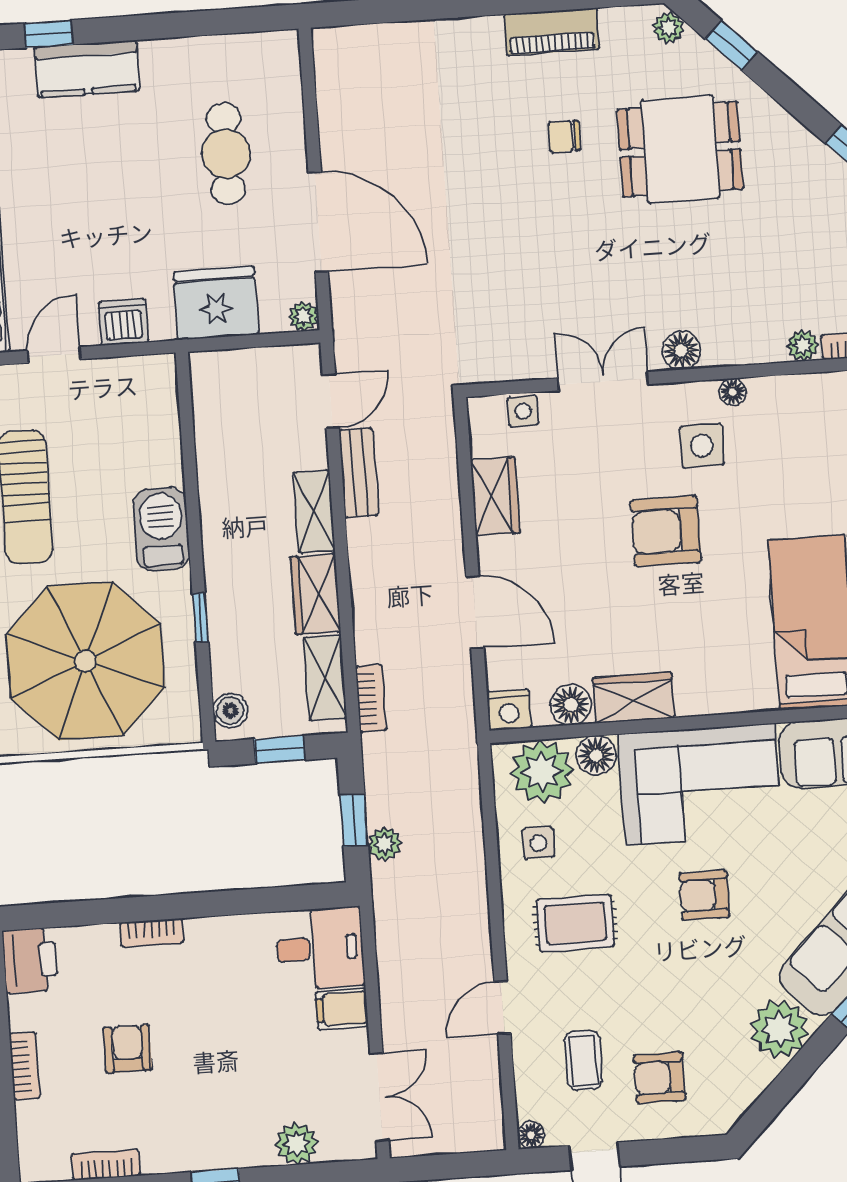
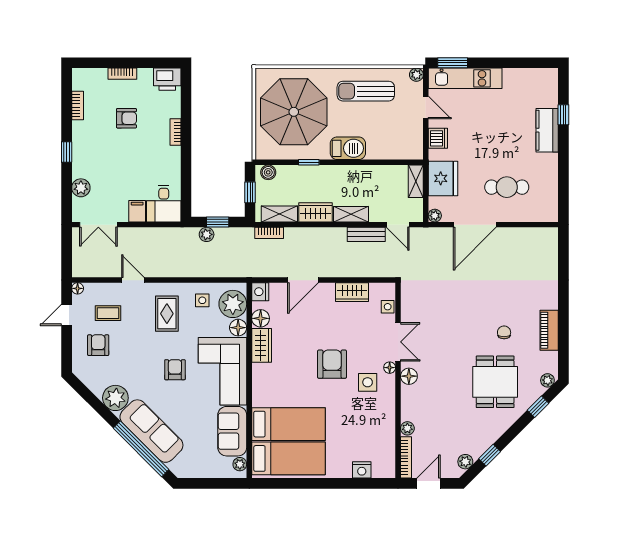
shelving: (227, 366) -> (416, 181), added
floor lamp: (733, 392) -> (390, 368), moved

